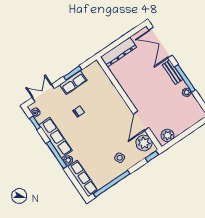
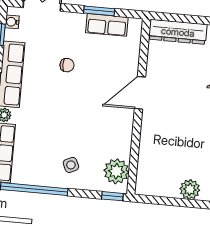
row of seats: (73, 83) -> (107, 25), moved
door: (141, 121) -> (140, 93), moved
plant: (167, 135) -> (190, 189), moved

